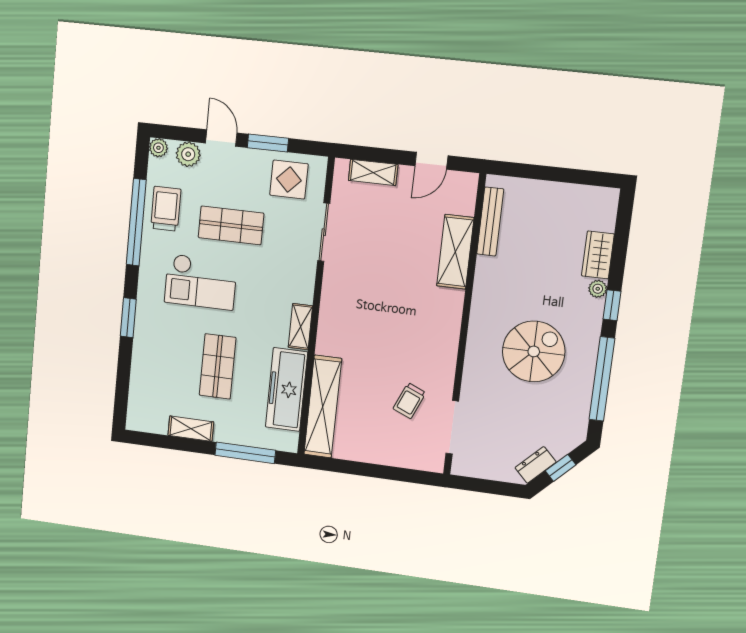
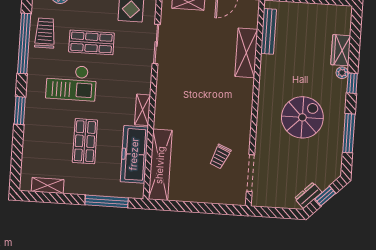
window: (602, 379) -> (349, 133), width x0.68
shelving: (191, 429) -> (48, 186), moved

